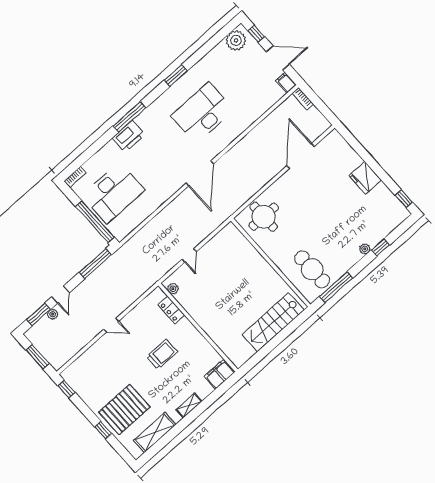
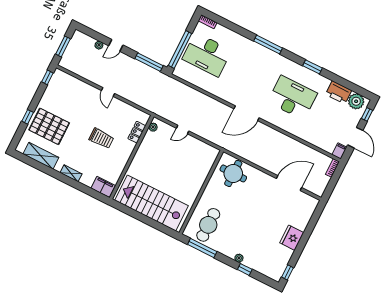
printer: (129, 136) -> (339, 92), moved
window: (38, 314) -> (95, 35), removed
stairs: (273, 322) -> (152, 203), width x1.36, depth x1.51

